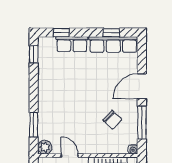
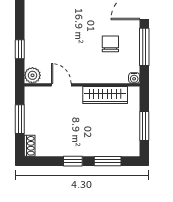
chair: (112, 120) -> (110, 44), turned -134
window: (34, 125) -> (20, 49), width x0.67

